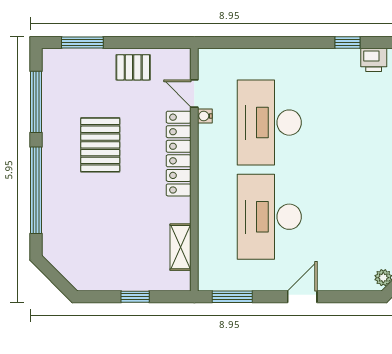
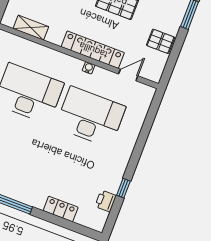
pallet: (133, 67) -> (161, 41), turned 90
water cooler: (205, 116) -> (89, 68), moved

